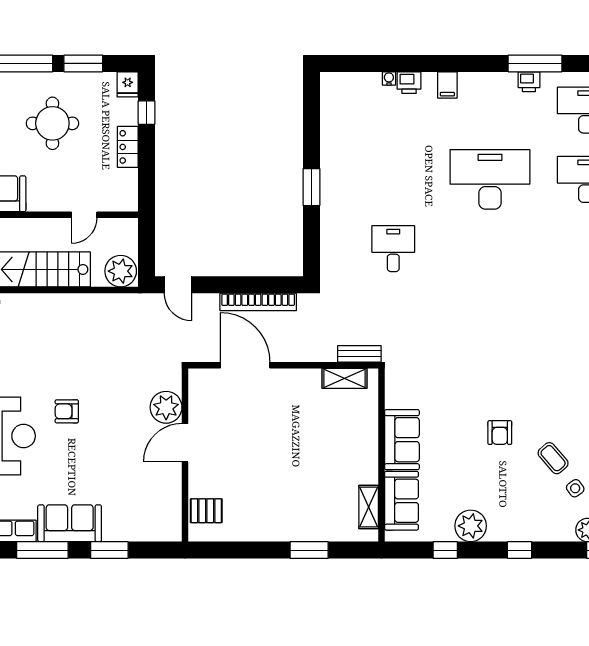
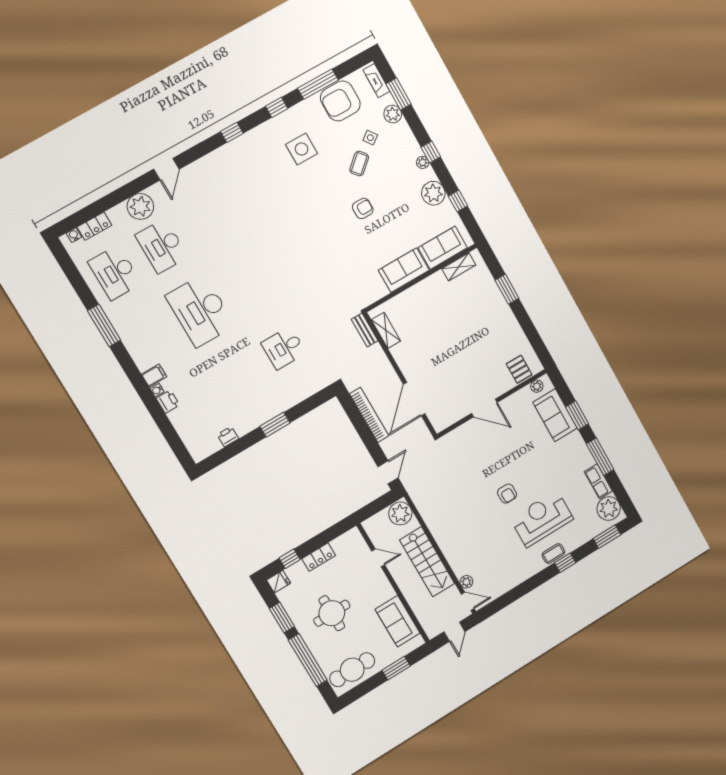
water cooler: (389, 78) -> (157, 390), moved
printer: (529, 82) -> (228, 437), moved, turned -90
plant: (166, 407) -> (537, 386), moved, width x0.53, depth x0.53
sofa: (70, 523) -> (555, 415), moved
plant: (513, 533) -> (423, 162), added

